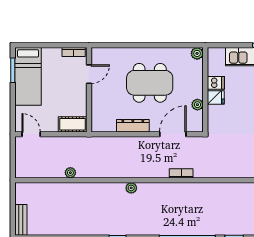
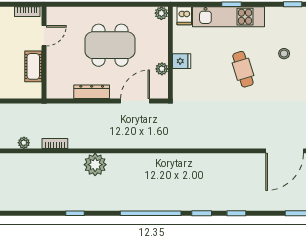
dishwasher: (216, 83) -> (184, 16), moved, turned 90
cot: (73, 124) -> (33, 66), moved, turned 90
bookcase: (181, 173) -> (55, 143), moved
plant: (131, 188) -> (95, 165), width x1.88, depth x1.88

